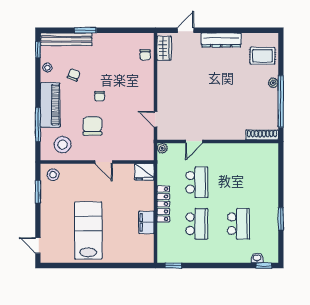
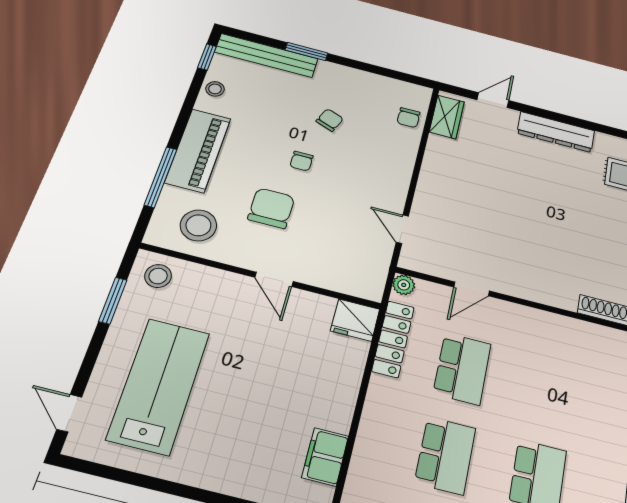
chair: (74, 75) -> (330, 120), moved
locker: (163, 204) -> (393, 339), moved
filing cabinet: (146, 222) -> (325, 457), moved
lab bench: (88, 231) -> (159, 386), moved

